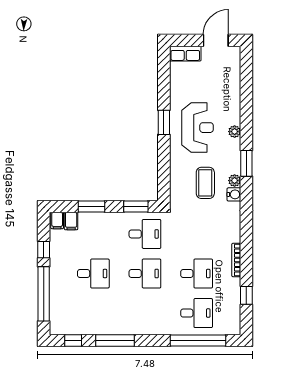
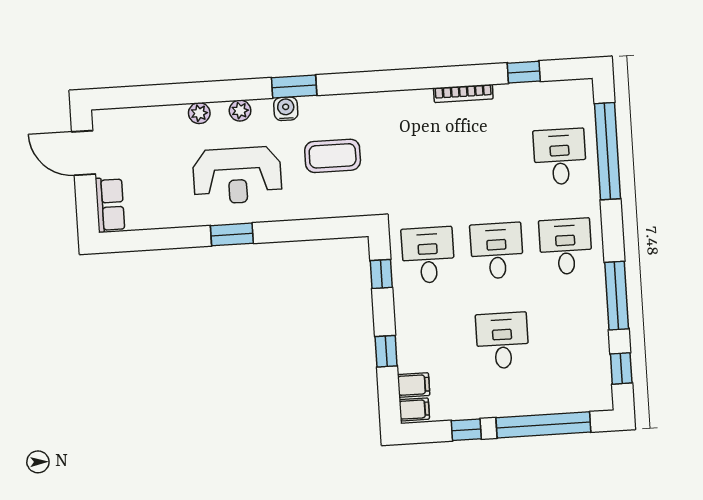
reception desk: (197, 128) -> (237, 175), turned 180
plant: (235, 181) -> (199, 113), moved
water cooler: (234, 194) -> (286, 109), moved
window: (91, 206) -> (386, 351), width x0.67
window: (136, 206) -> (381, 274), width x0.67
desk: (197, 274) -> (566, 246), moved

